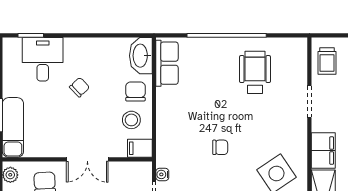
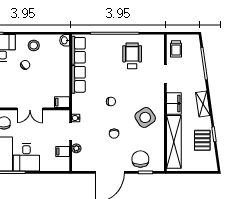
washbasin: (141, 56) -> (65, 40), width x0.52, depth x0.69
chair: (135, 91) -> (59, 67), removed
row of seats: (167, 111) -> (78, 79), added
stool: (131, 120) -> (34, 45), moved

